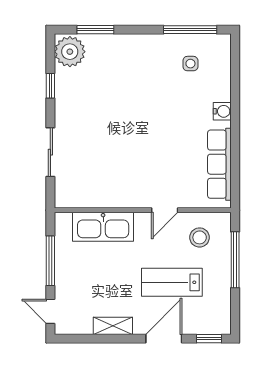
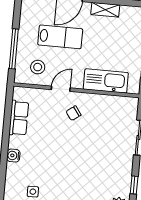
row of seats: (219, 164) -> (19, 118), width x0.68
chair: (144, 178) -> (73, 113), added

